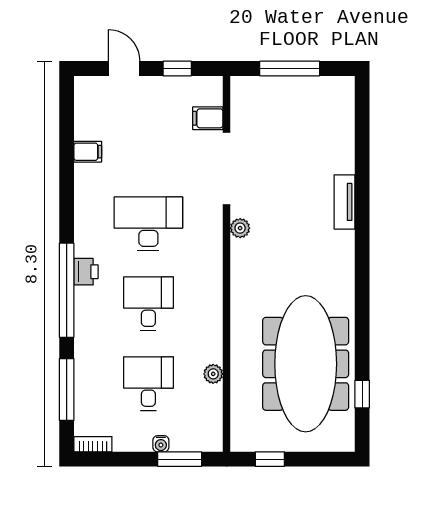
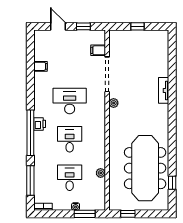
window: (290, 68) -> (137, 26), width x0.46

